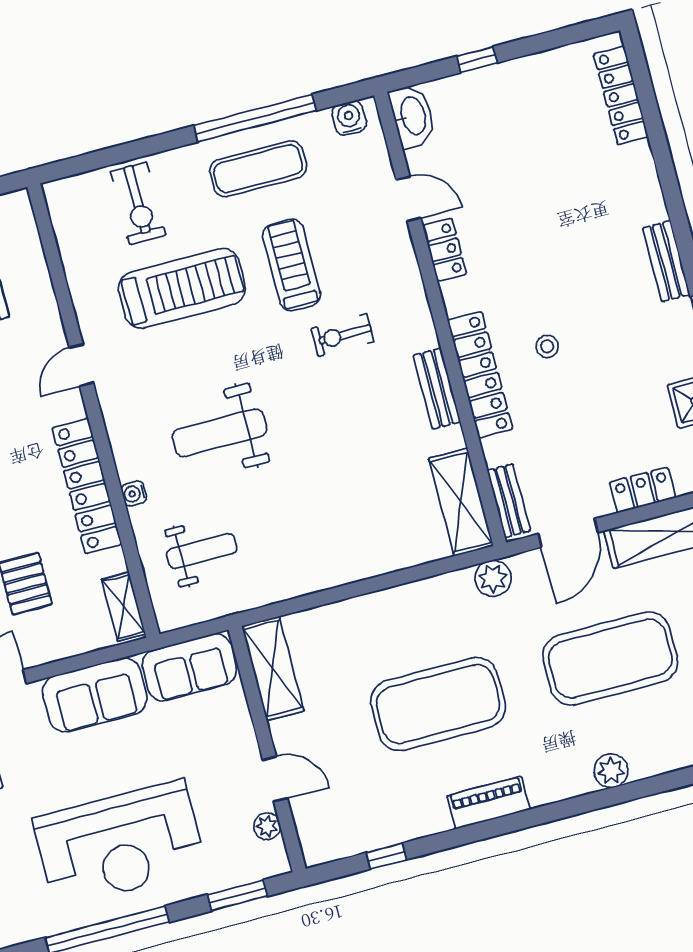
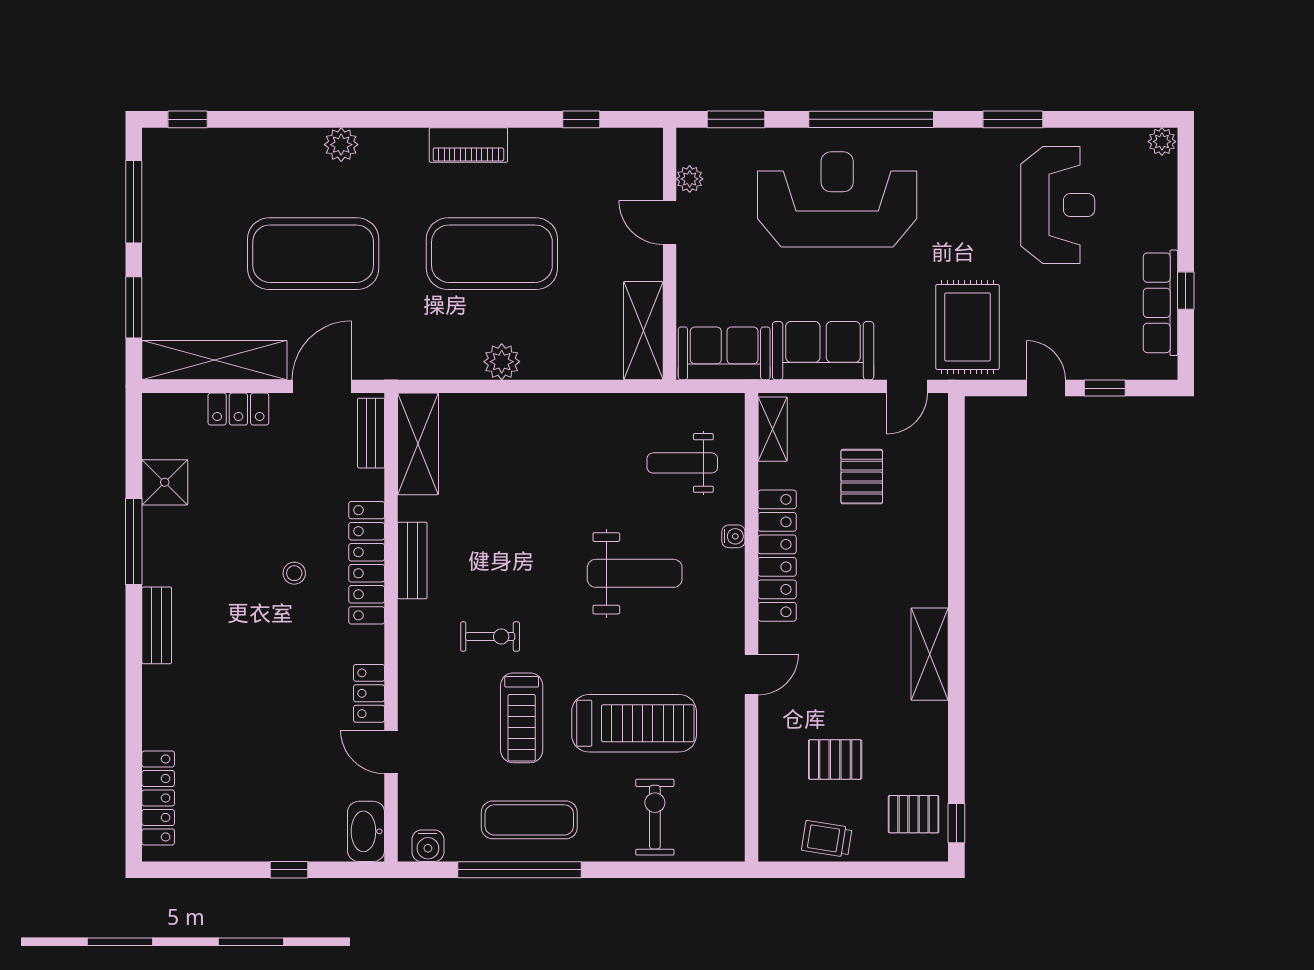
treadmill: (182, 288) -> (634, 723), turned 180
plant: (493, 578) -> (502, 362), moved

